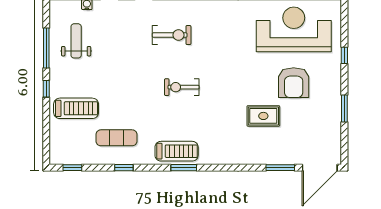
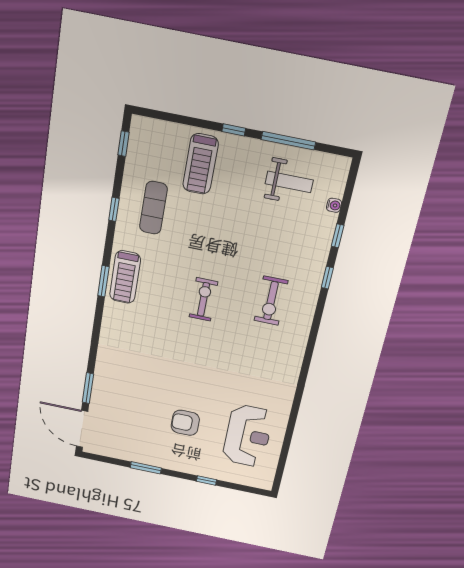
reception desk: (294, 29) -> (248, 436), width x0.74, depth x0.77
armchair: (294, 83) -> (185, 423), width x0.73, depth x0.73
rug: (263, 116) -> (152, 383), removed

